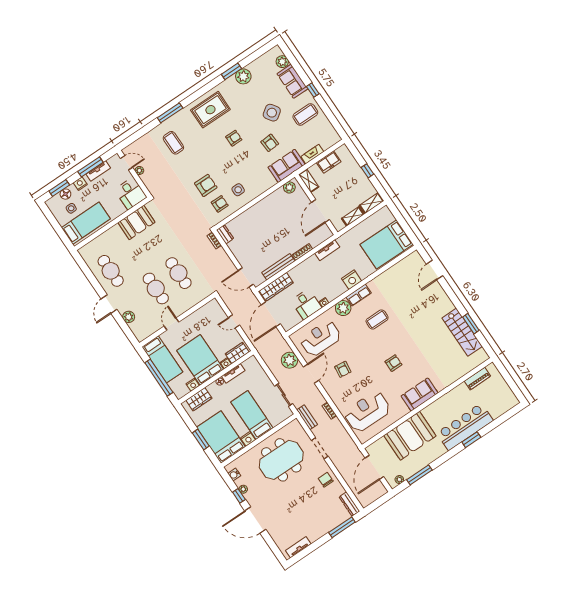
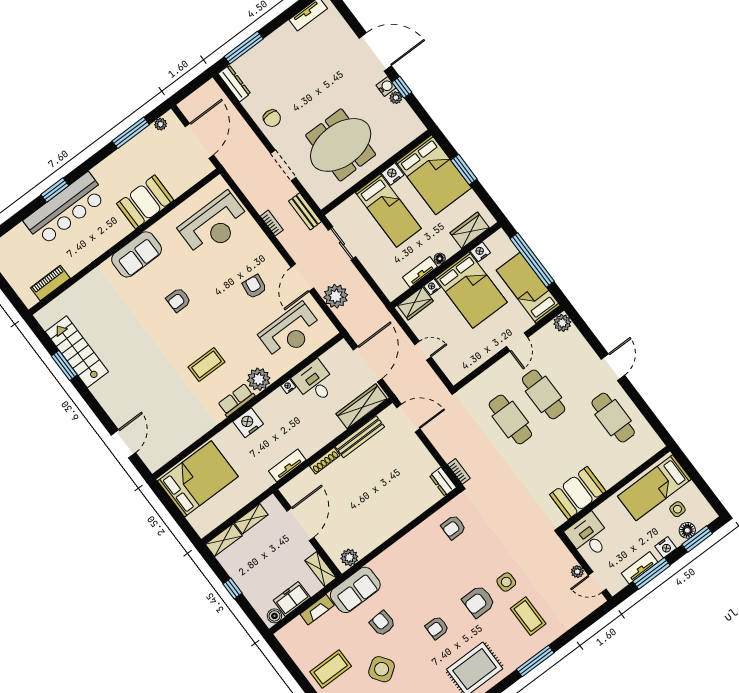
boiler: (341, 151) -> (274, 616), added
armchair: (206, 185) -> (479, 602), moved
side table: (238, 190) -> (506, 582), moved
plant: (129, 317) -> (562, 323), moved
booth: (410, 436) -> (145, 202), width x0.73, depth x0.70
water cooler: (234, 475) -> (386, 86), moved

